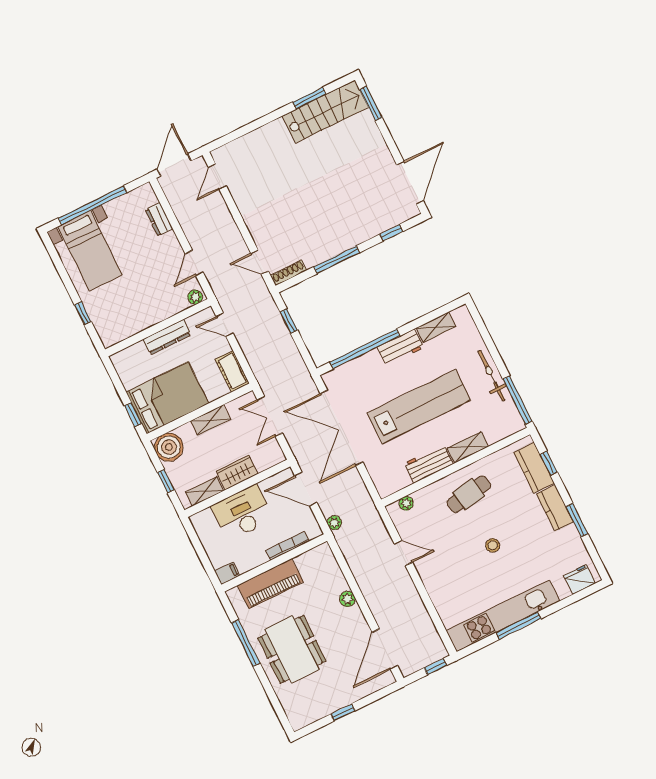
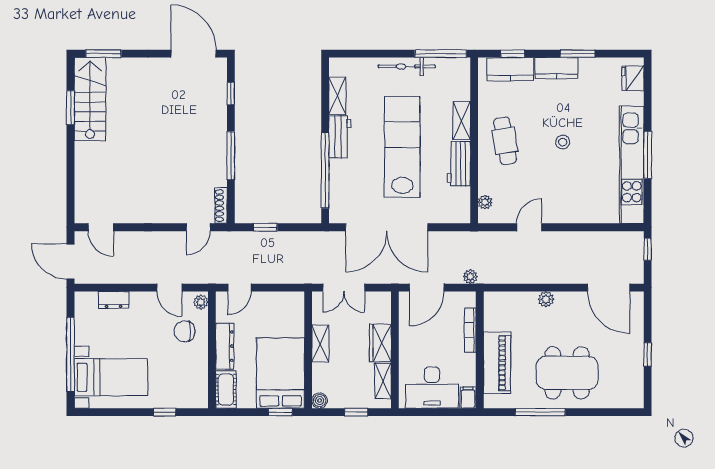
chair: (162, 295) -> (184, 331), added
cot: (232, 371) -> (226, 389), moved, turned 90
boiler: (169, 447) -> (320, 401), width x0.54, depth x0.54
desk: (242, 513) -> (432, 388), moved, turned -90

